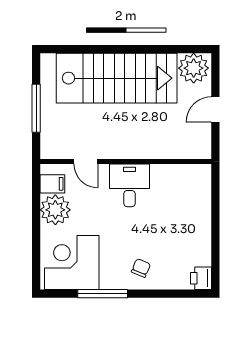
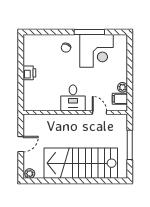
plant: (194, 68) -> (30, 174), width x0.53, depth x0.53
plant: (55, 210) -> (122, 87), width x0.53, depth x0.53
corner desk: (72, 262) -> (97, 51), moved
printer: (201, 278) -> (29, 73), moved

